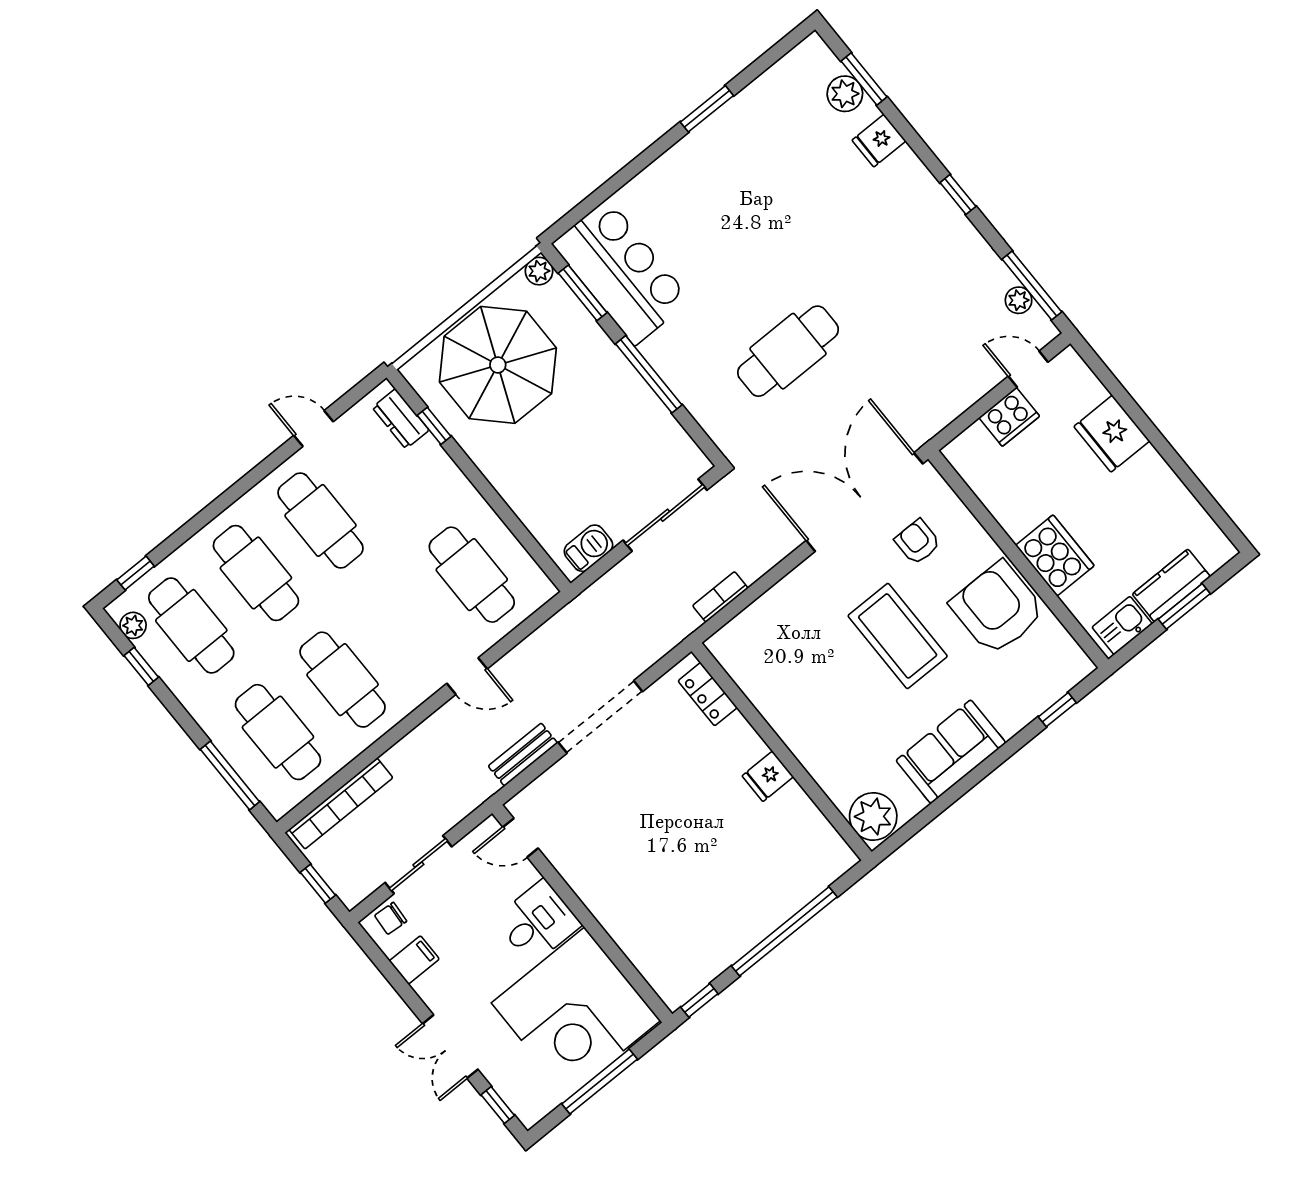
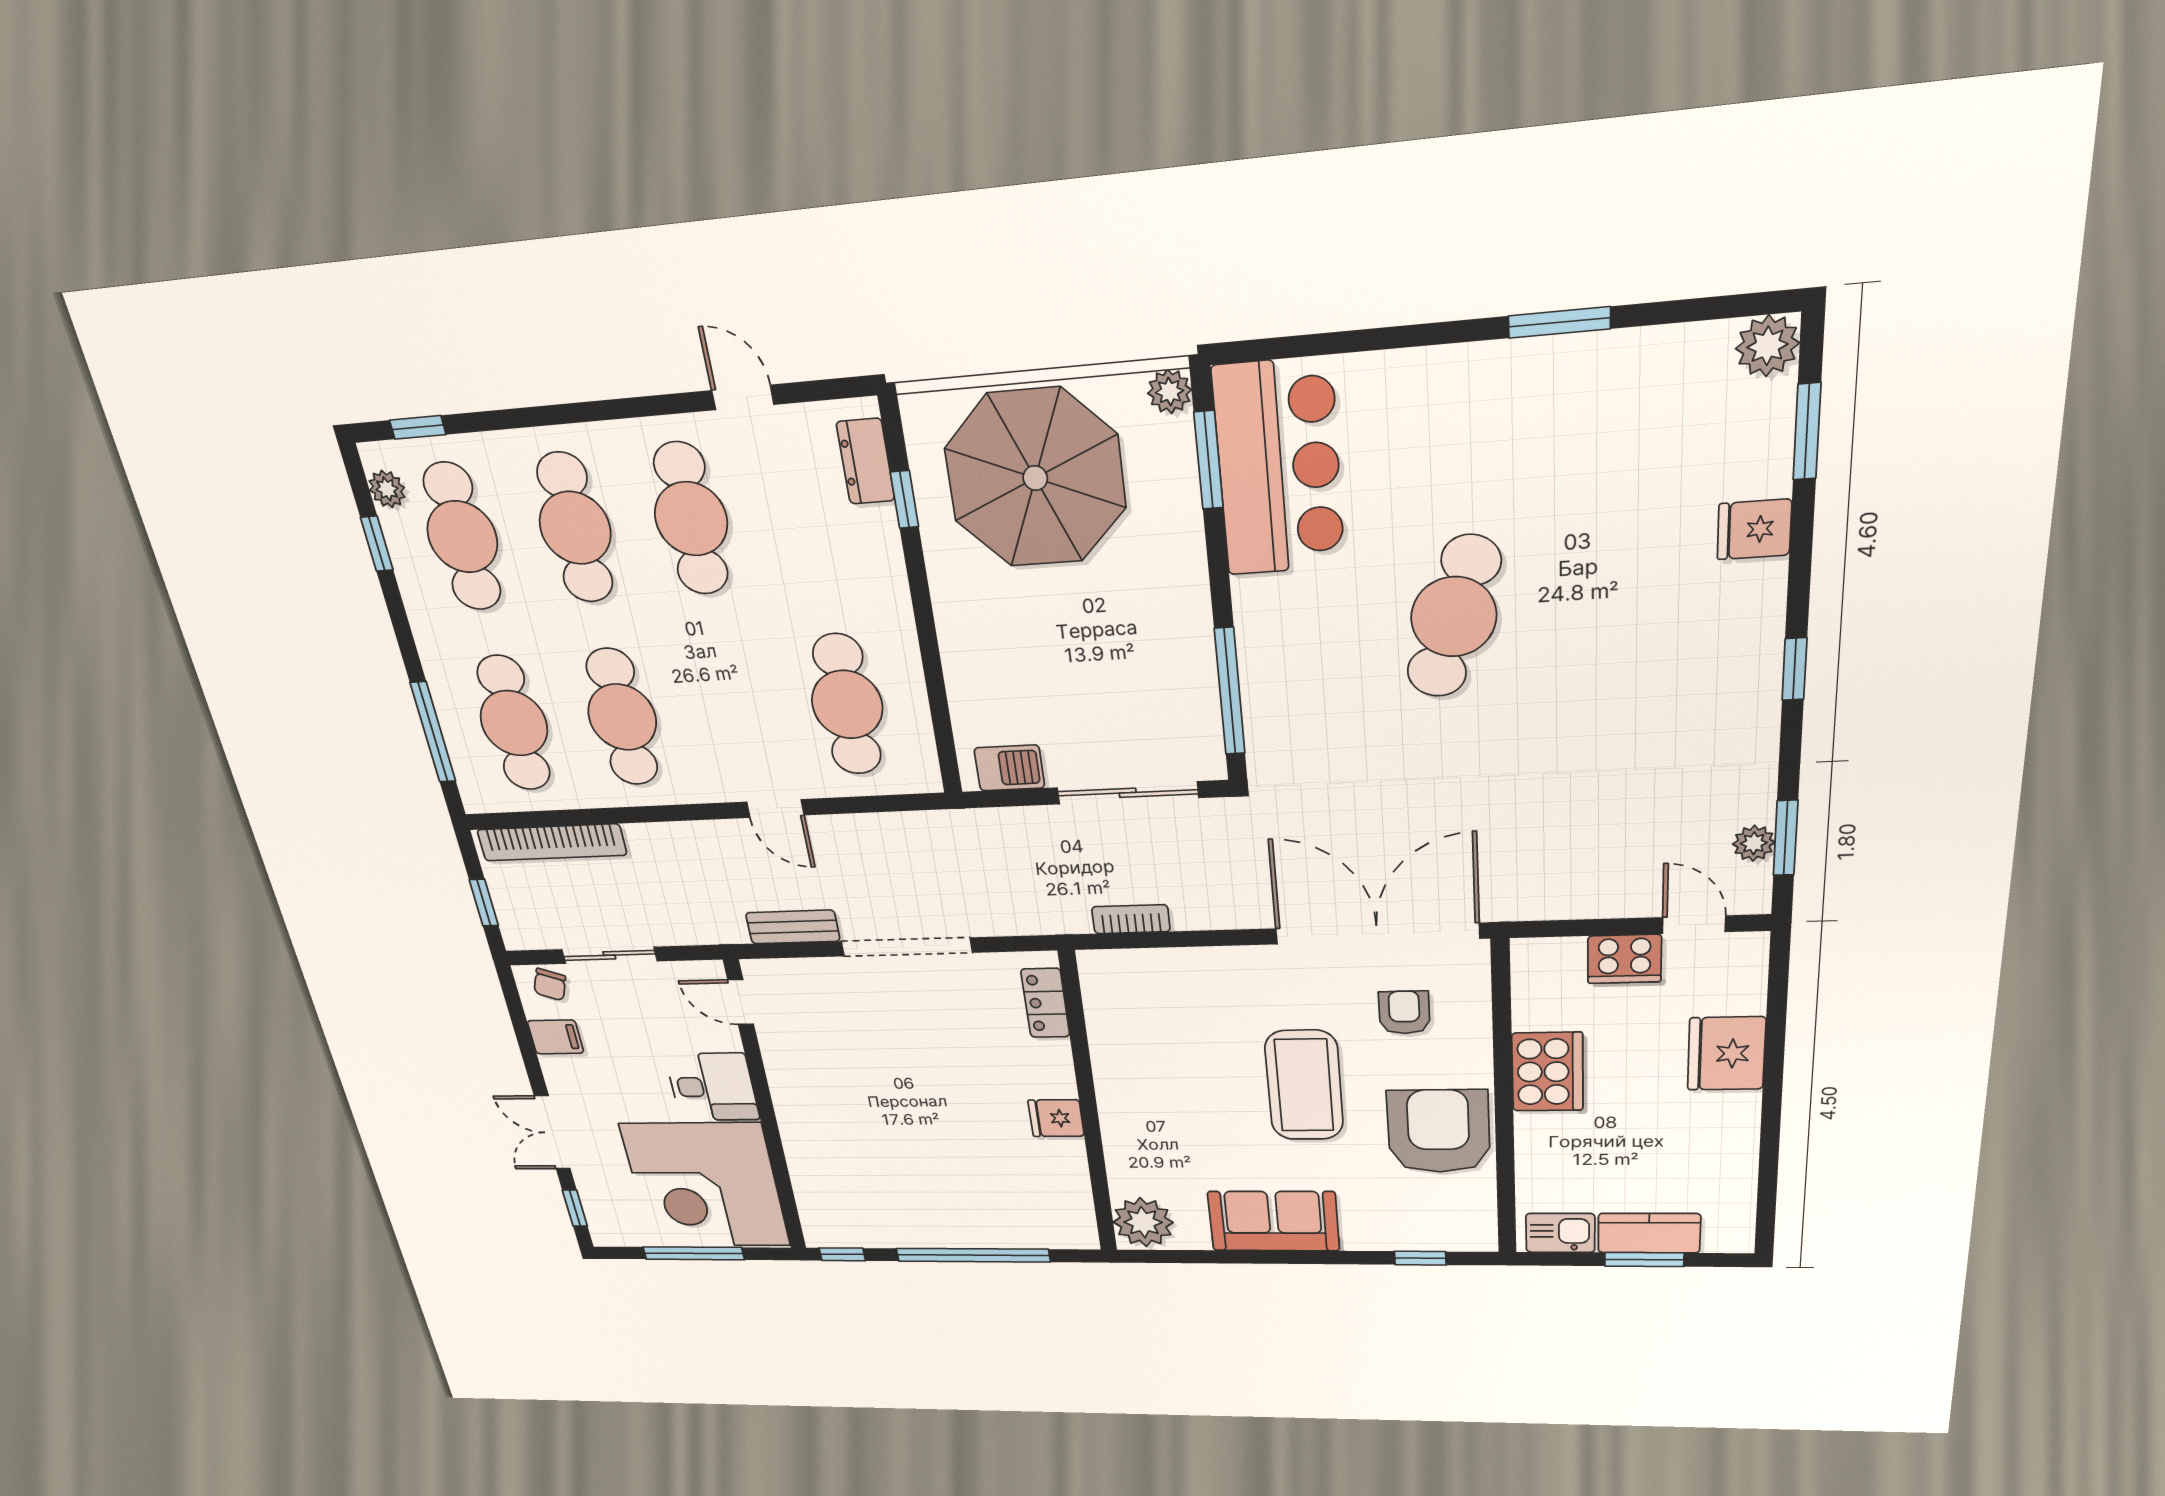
plant: (845, 94) -> (1767, 346), moved
window: (1032, 286) -> (1786, 838), width x0.69
cafe table: (788, 351) -> (1454, 617), moved, turned -72
window: (649, 374) -> (1230, 691), moved
cooker: (1055, 555) -> (1547, 1072), moved
chair: (391, 918) -> (550, 985), turned -74

